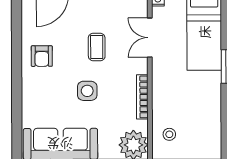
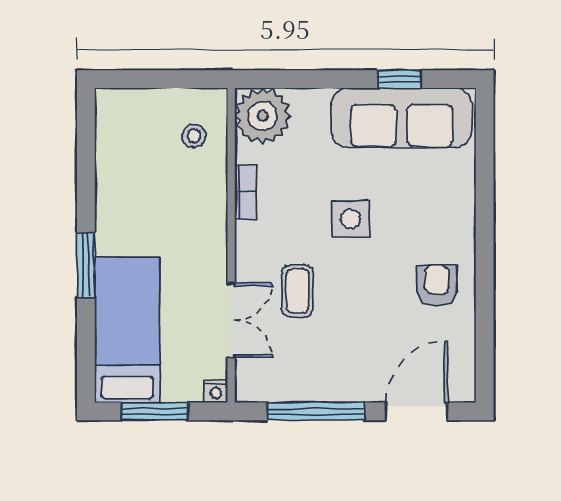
coffee table: (97, 47) -> (297, 291), moved
bookcase: (142, 97) -> (245, 192), width x0.64

